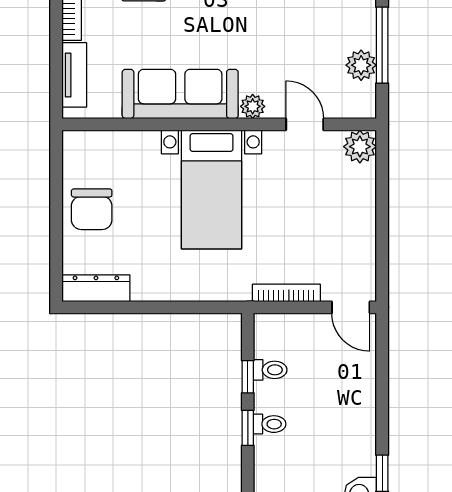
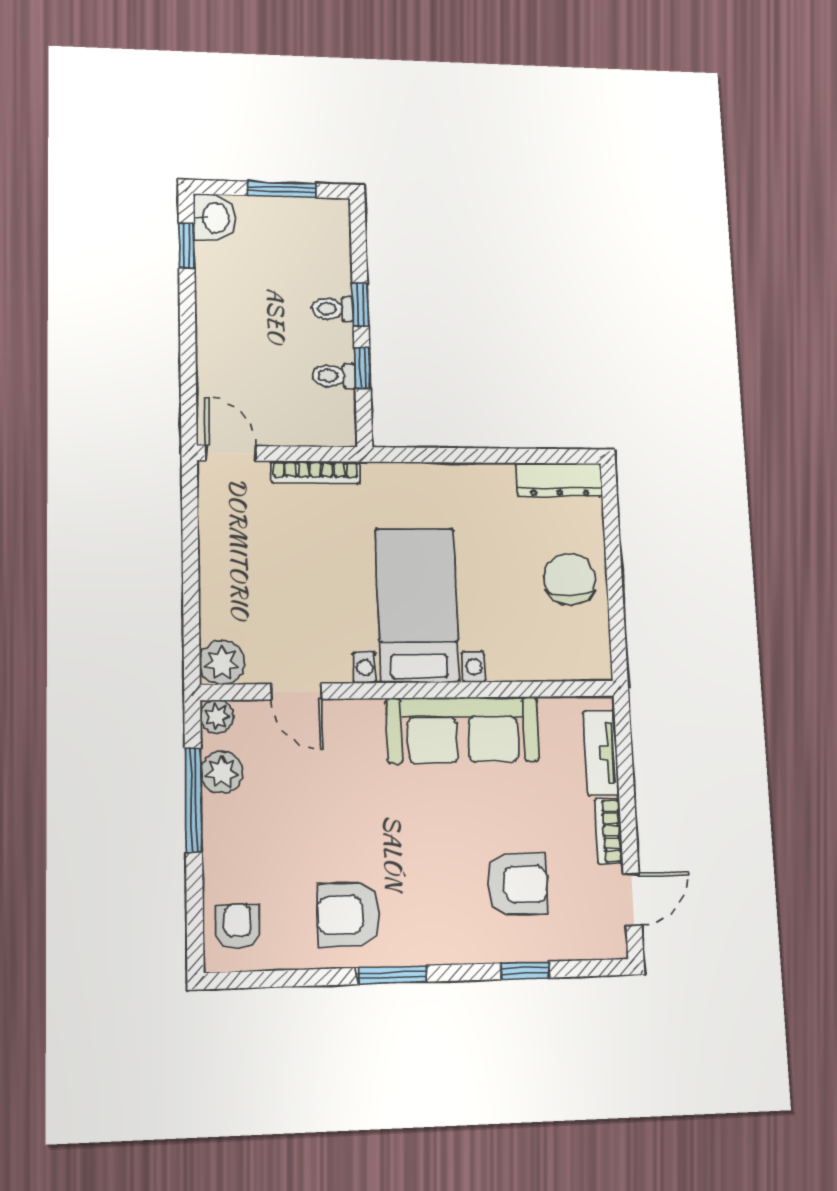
plant: (253, 106) -> (217, 717), moved

